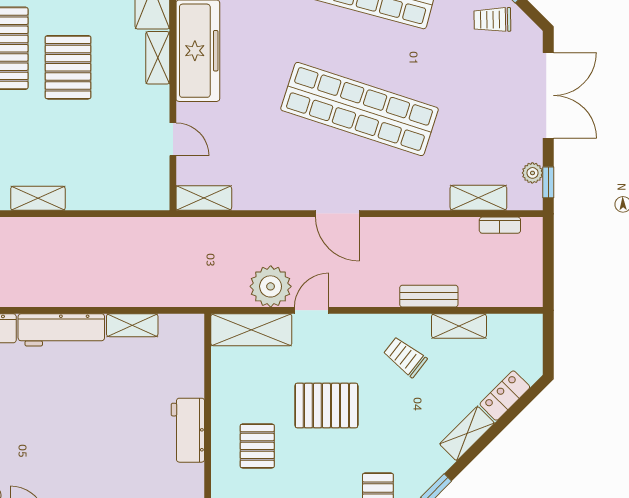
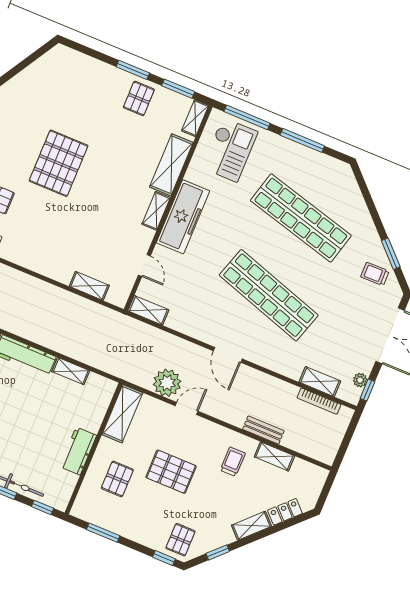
pallet: (68, 67) -> (98, 193), removed
shelving: (38, 198) -> (89, 286), moved
bookcase: (500, 225) -> (319, 401), width x1.56
shelving: (251, 330) -> (122, 414), moved, turned 90
trolley: (405, 357) -> (233, 462), turned 52

